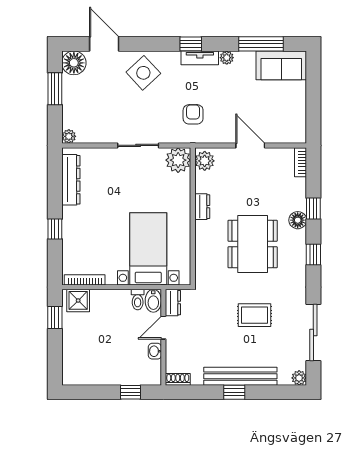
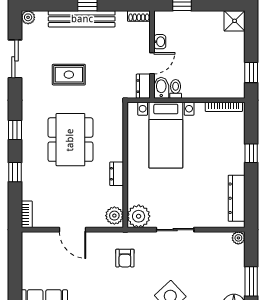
floor lamp: (298, 220) -> (29, 161), removed
shower: (78, 300) -> (235, 21), moved
sliding door: (313, 332) -> (15, 59), width x0.73

